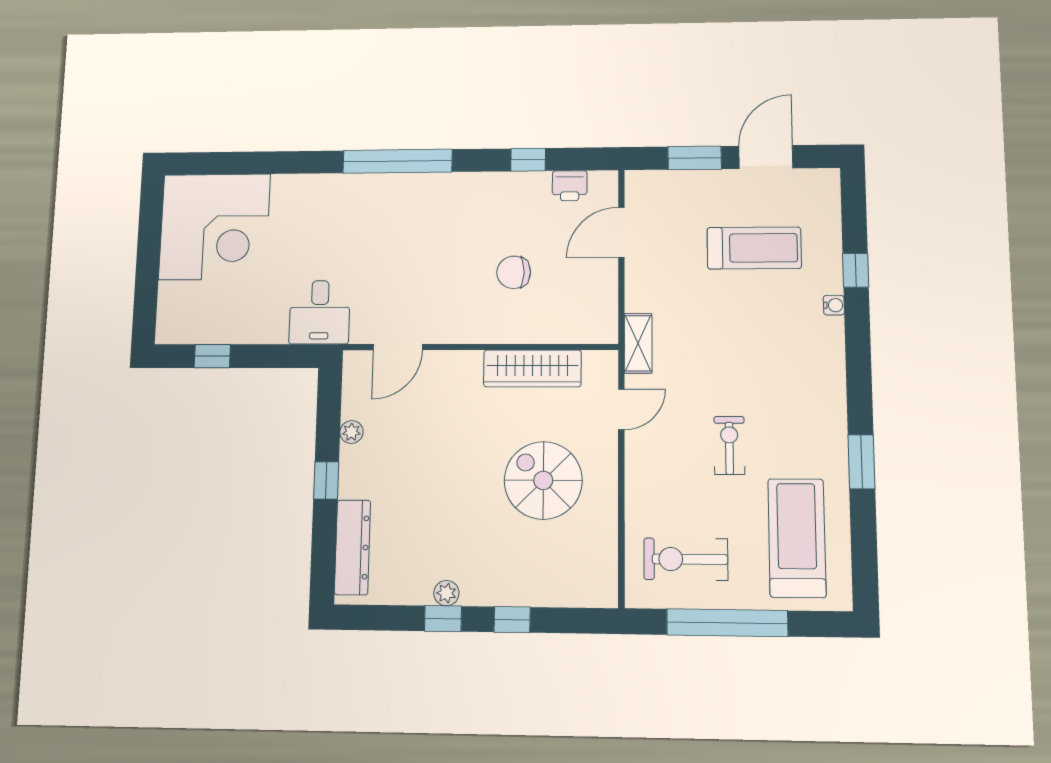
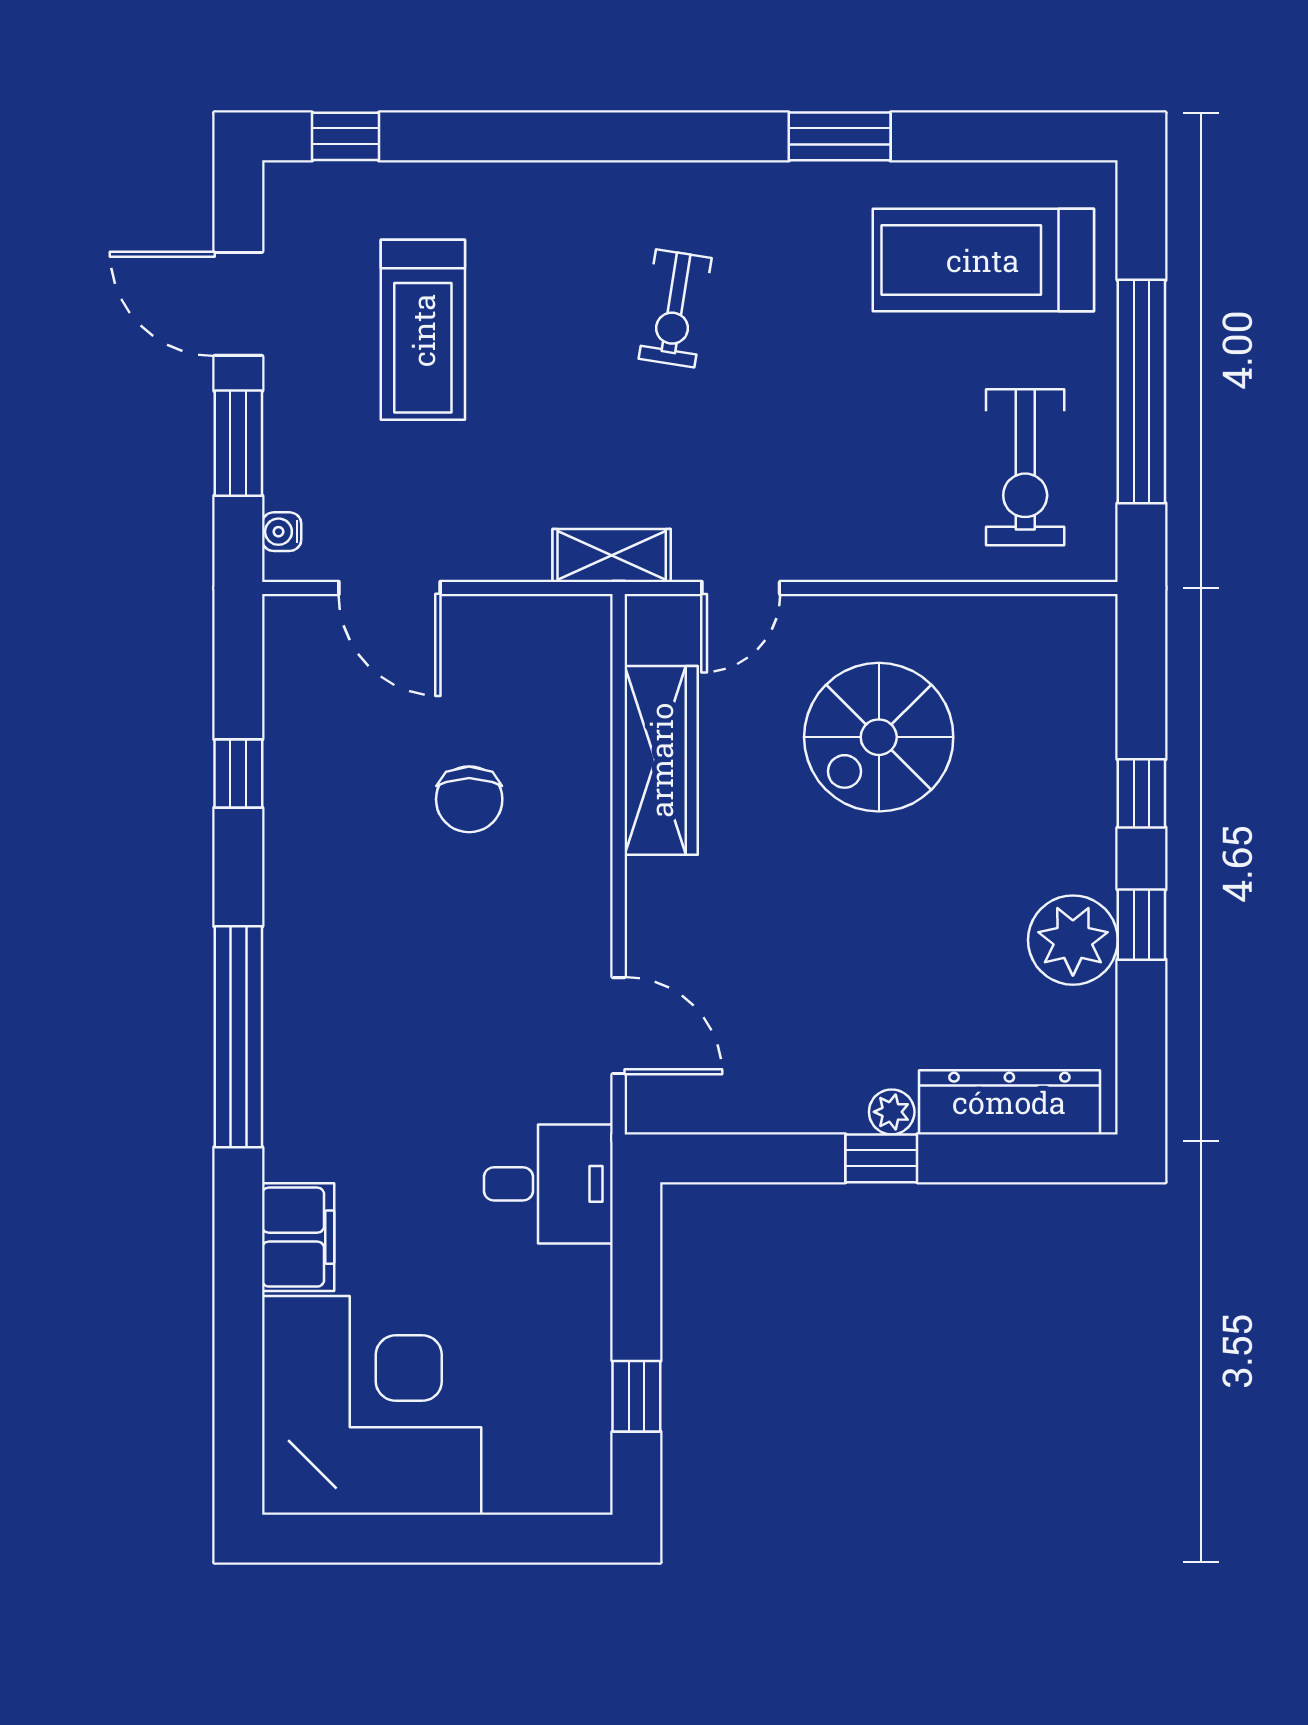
printer: (570, 186) -> (293, 690), removed
filing cabinet: (298, 191) -> (298, 1237), added
treadmill: (754, 248) -> (423, 330), turned 180
window: (856, 270) -> (345, 136), moved
water cooler: (834, 305) -> (282, 532), moved, turned -90
door: (621, 409) -> (741, 588), swing flipped
plant: (351, 432) -> (892, 1112), moved
exercise bike: (729, 445) -> (675, 308), moved, turned -81
plant: (446, 593) -> (1073, 940), width x1.87, depth x1.87

